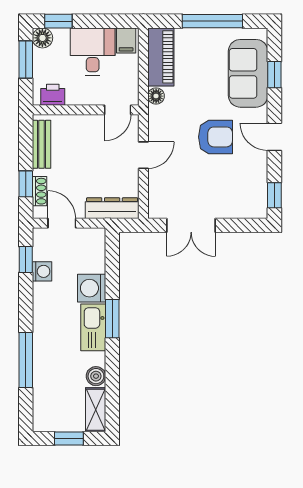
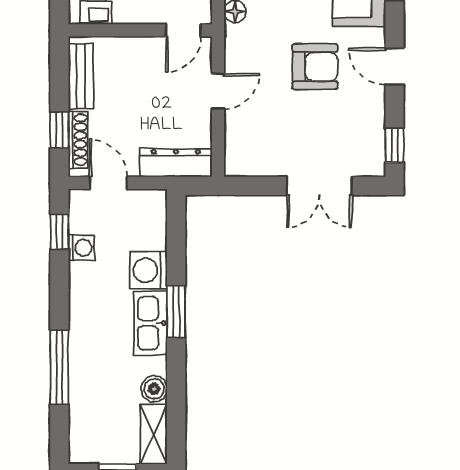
shoe rack: (40, 191) -> (78, 140), width x1.43
double door: (191, 225) -> (319, 186), moved

